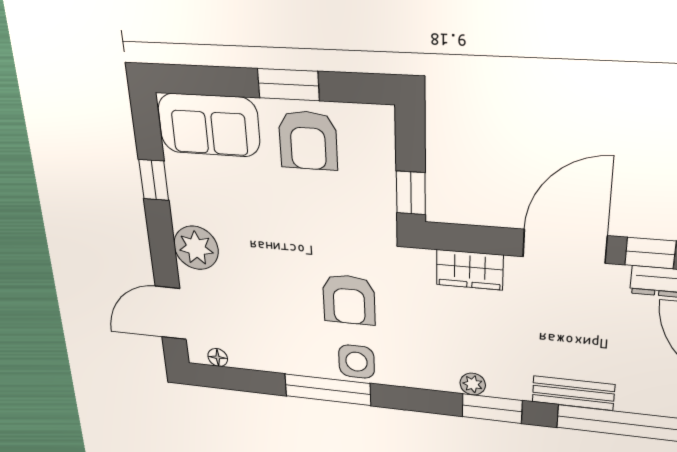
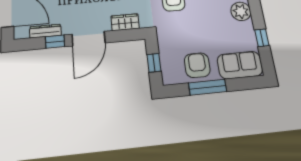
window: (288, 85) -> (208, 87), width x1.44
window: (411, 193) -> (154, 63), moved

